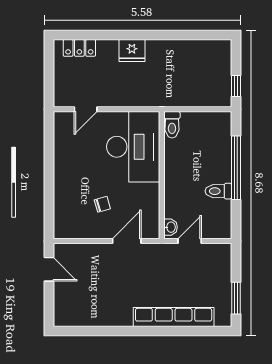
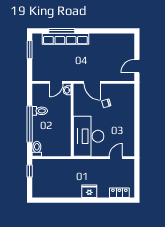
toilet: (172, 125) -> (37, 149), moved
door: (127, 241) -> (92, 82), hinge flipped
door: (49, 269) -> (137, 66), hinge flipped
window: (180, 331) -> (62, 31), added

